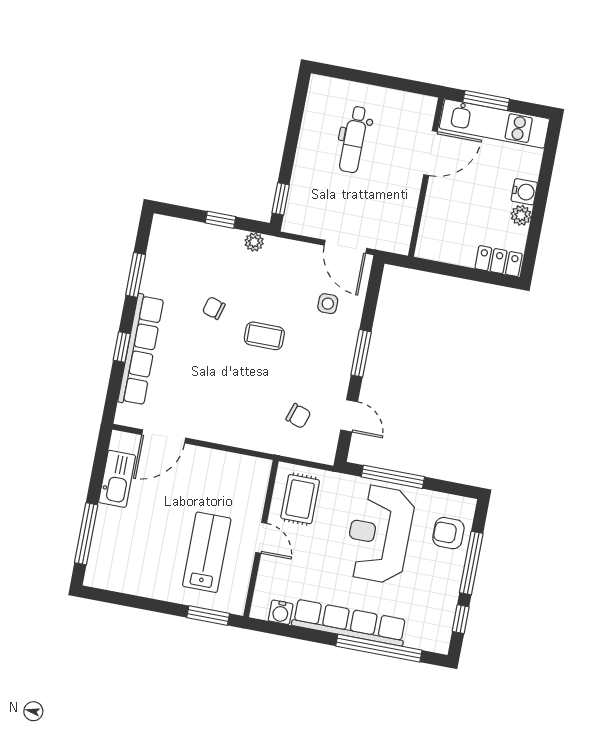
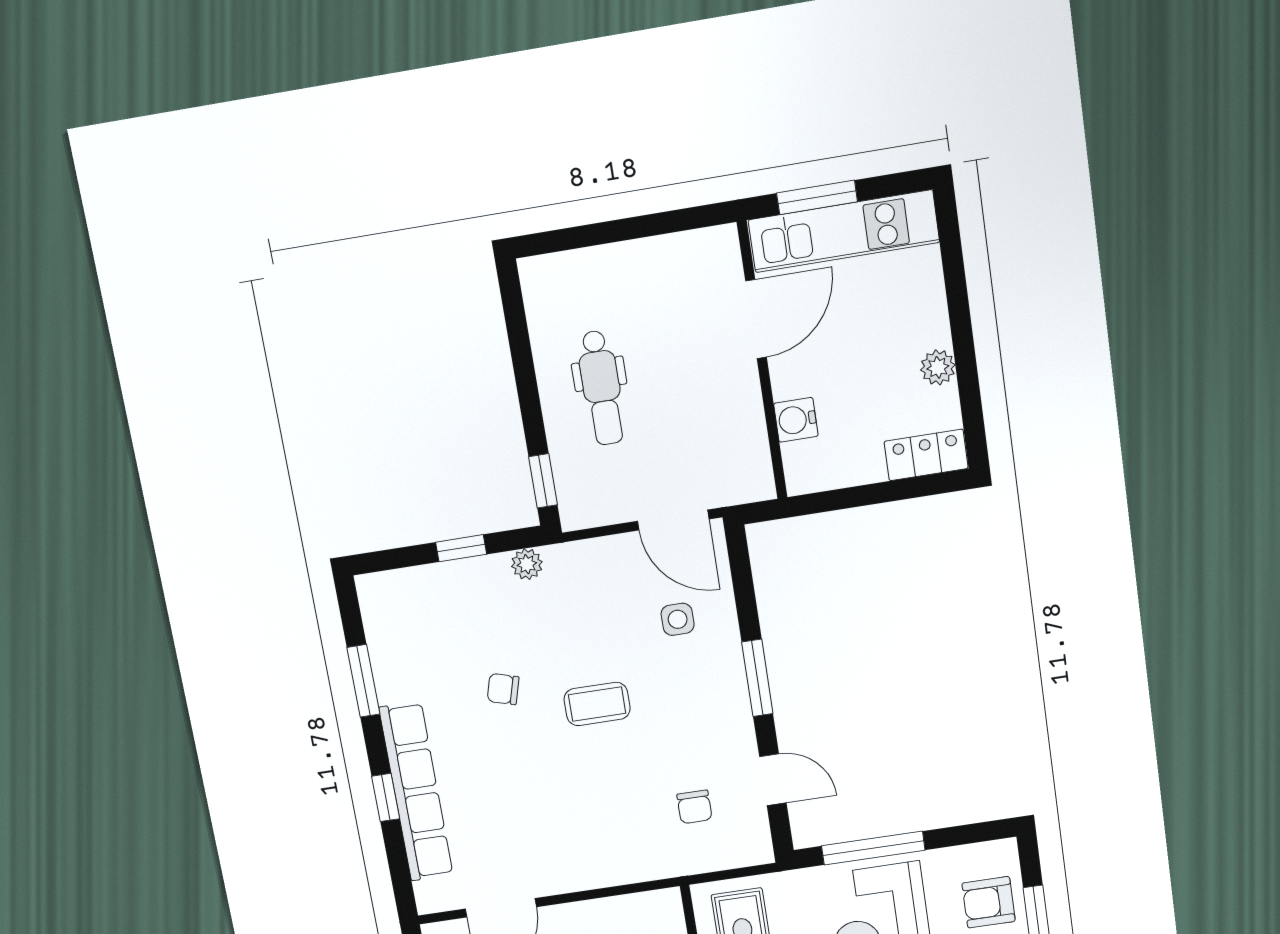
dental chair: (354, 139) -> (601, 388), moved
water cooler: (524, 192) -> (796, 420), moved, turned 180
chair: (298, 416) -> (694, 807), turned 72

